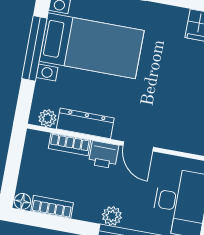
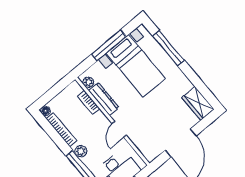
printer: (103, 155) -> (100, 120), removed
bookcase: (52, 207) -> (61, 130), width x1.56

